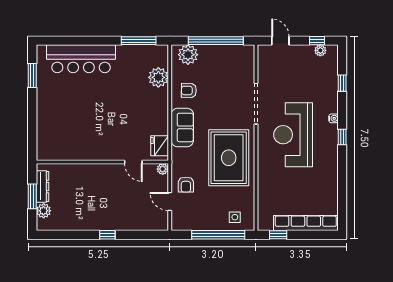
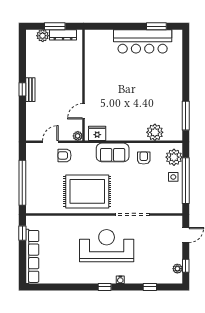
bar counter: (81, 59) -> (143, 41), moved, turned -90
side table: (235, 217) -> (173, 177), moved
bench: (108, 225) -> (30, 90), added

